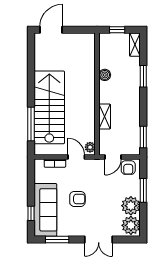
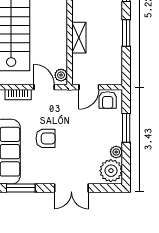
window: (143, 137) -> (126, 33), moved
plant: (131, 206) -> (116, 152), width x0.53, depth x0.53

